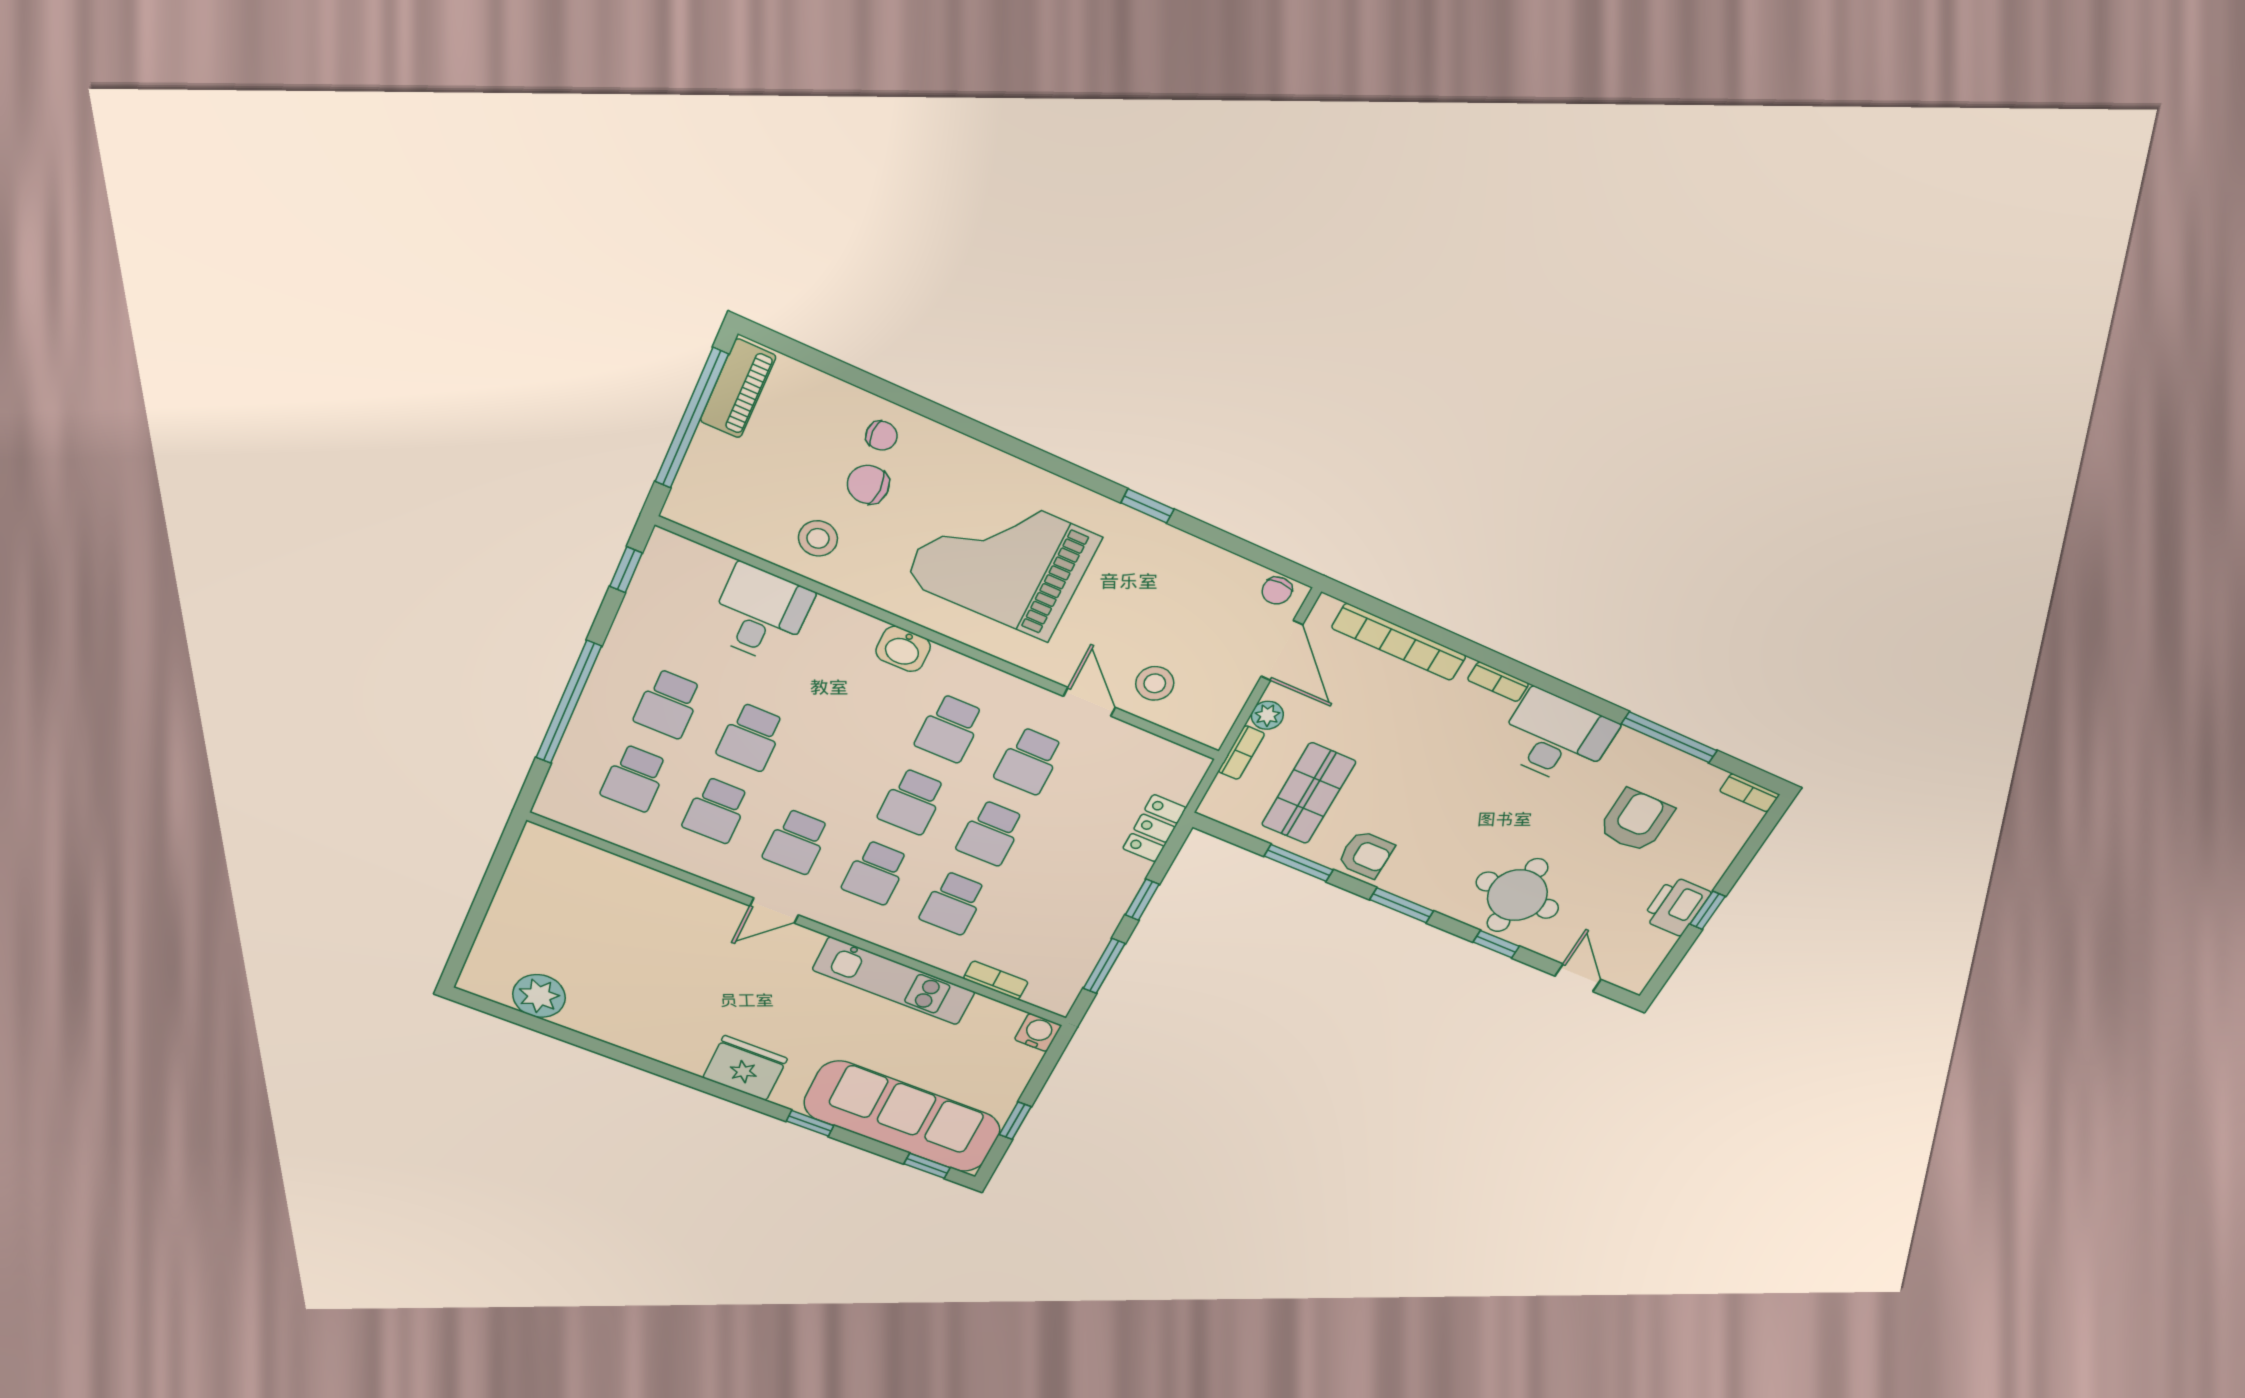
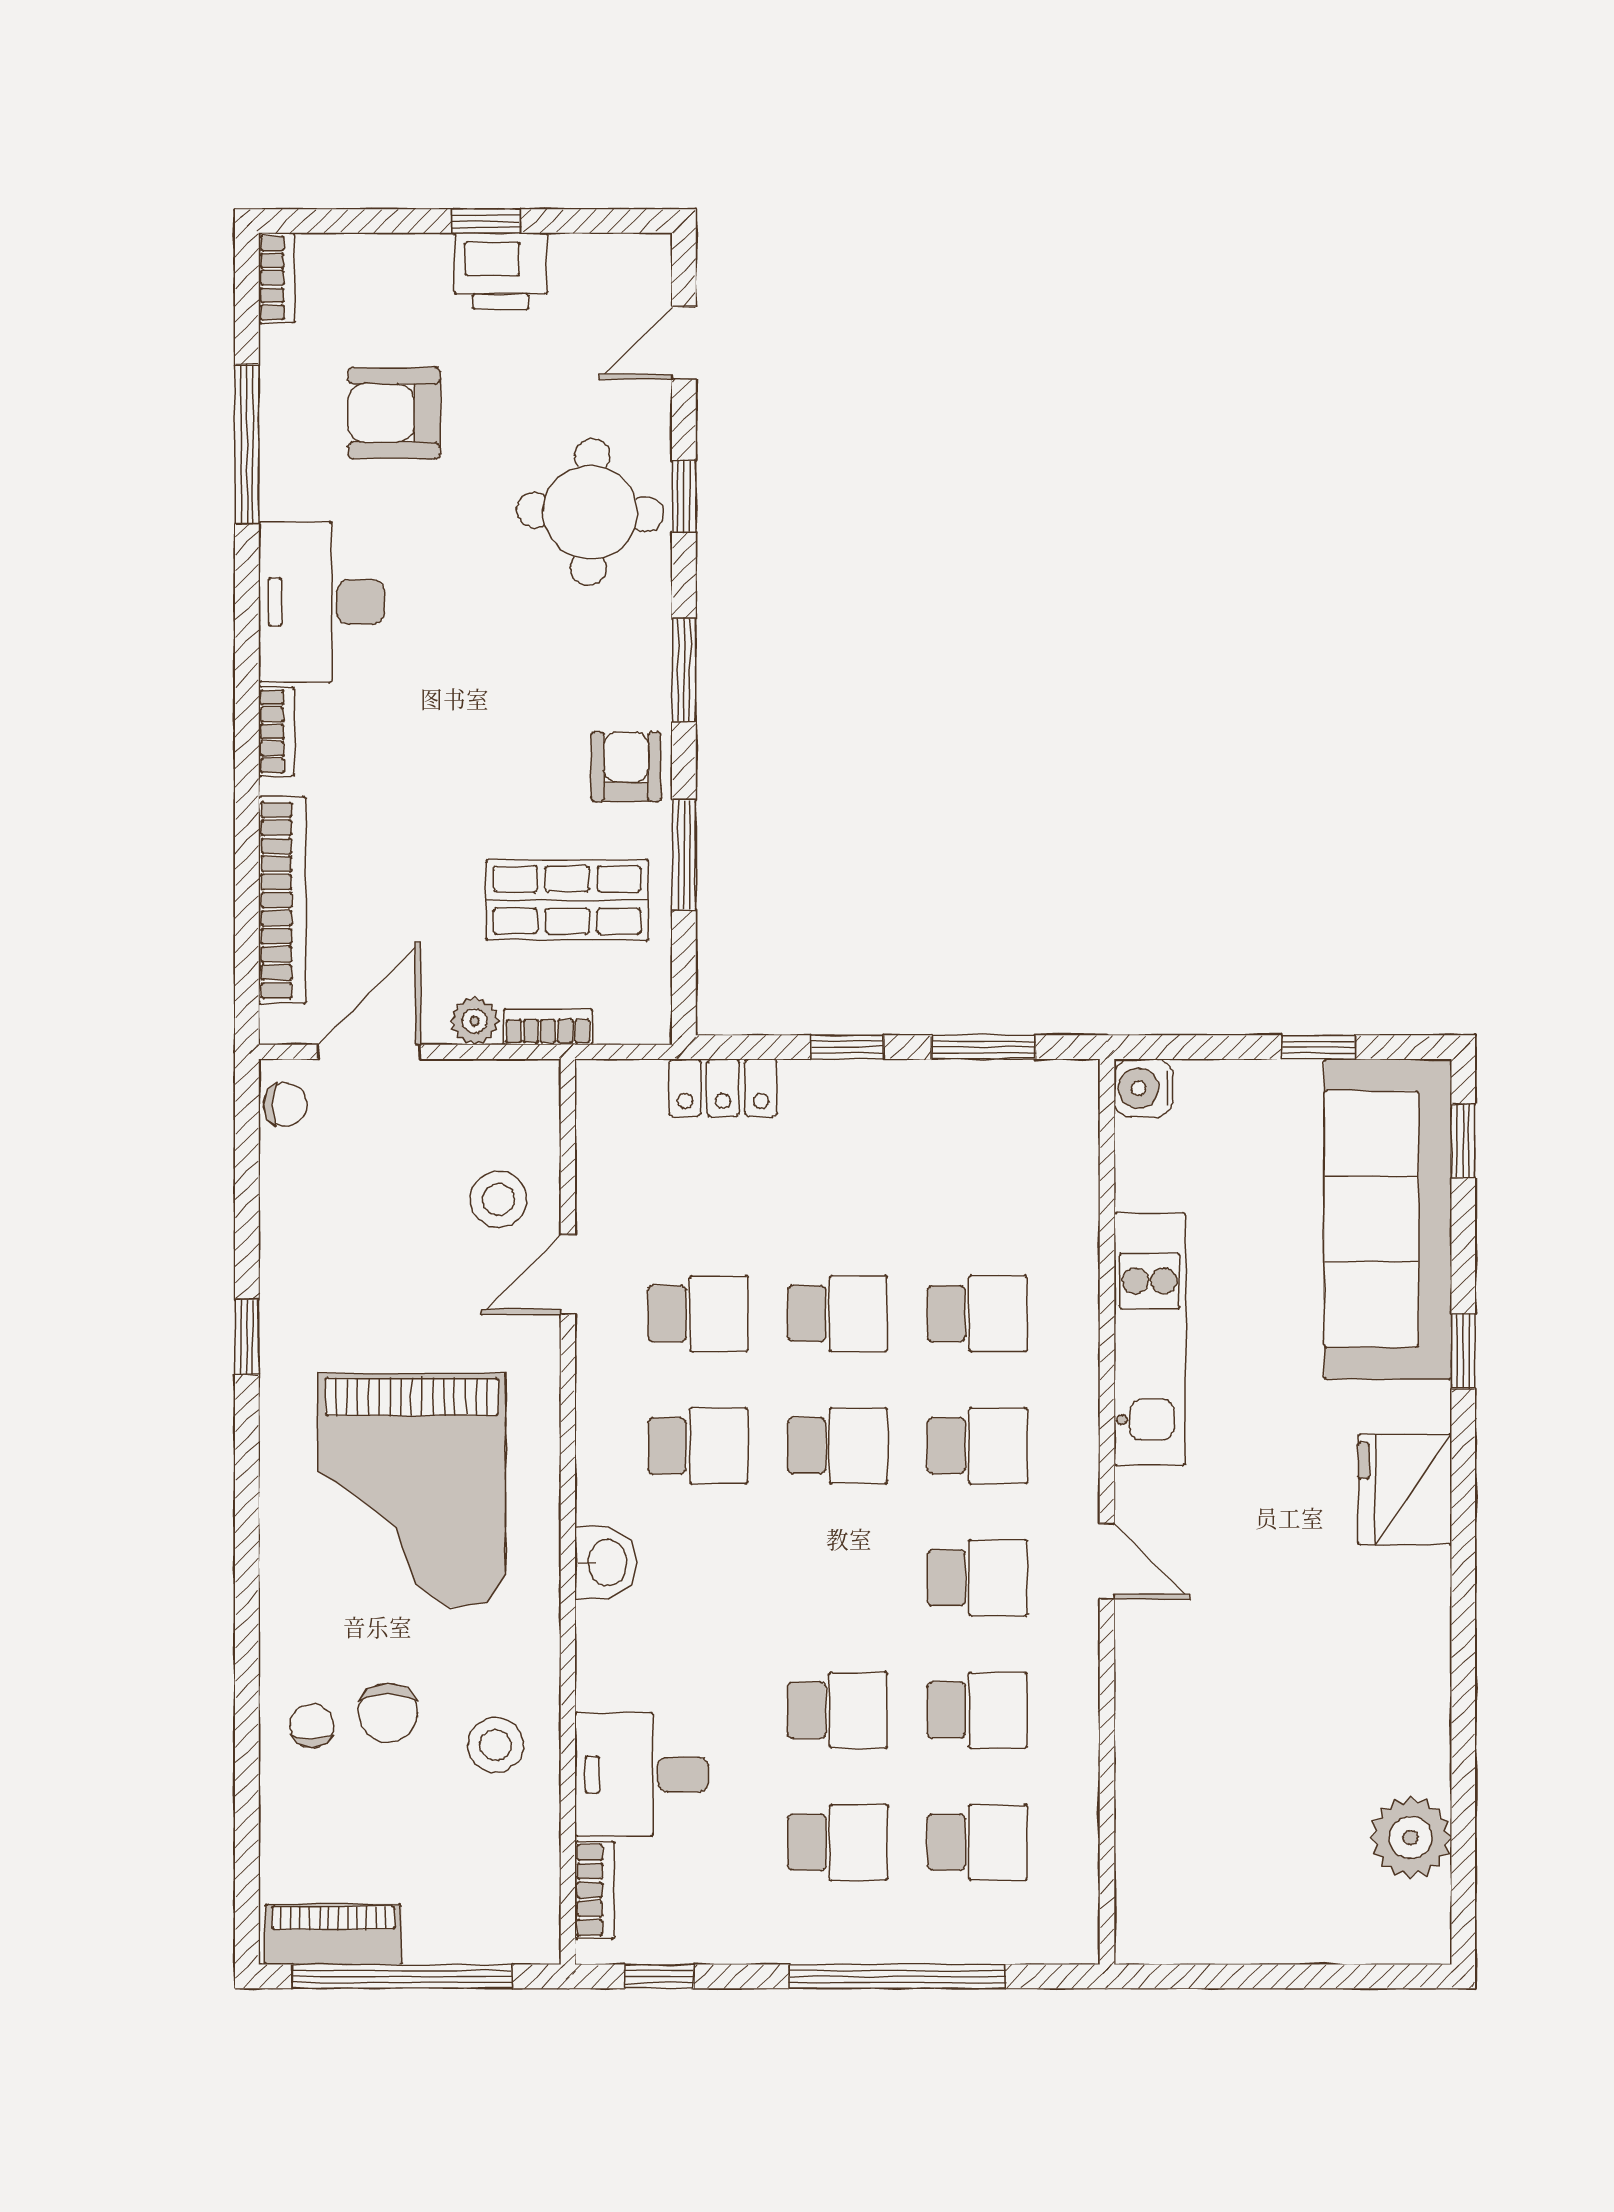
bookcase: (996, 980) -> (595, 1890), moved, turned 180

